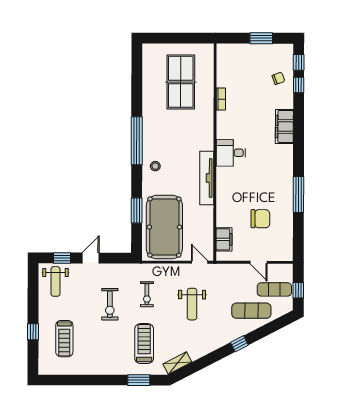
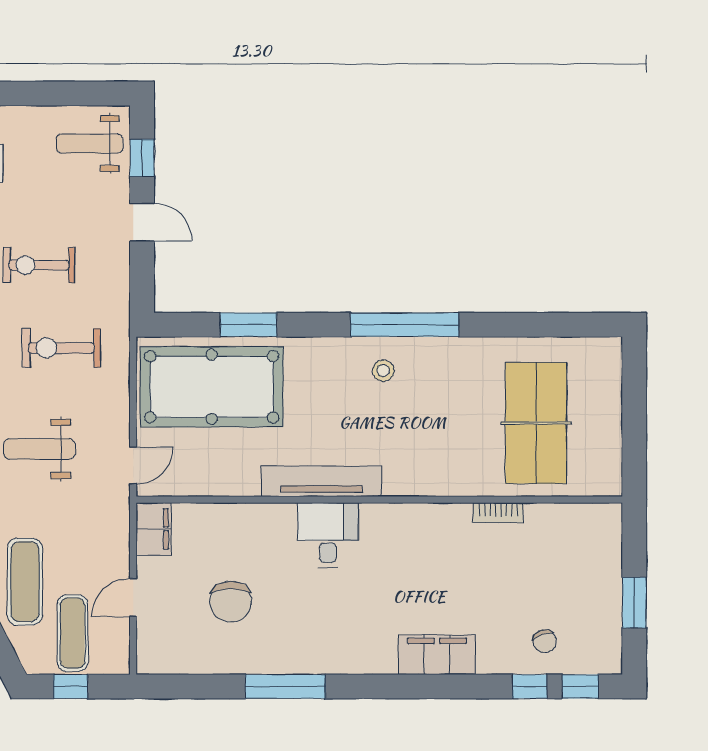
table tennis table: (181, 82) -> (536, 423), turned 90
desk: (231, 153) -> (328, 535), moved
stool: (155, 166) -> (383, 371), moved
filing cabinet: (224, 239) -> (154, 529), moved, turned -90
exercise bike: (147, 294) -> (61, 348), width x1.38, depth x1.39

